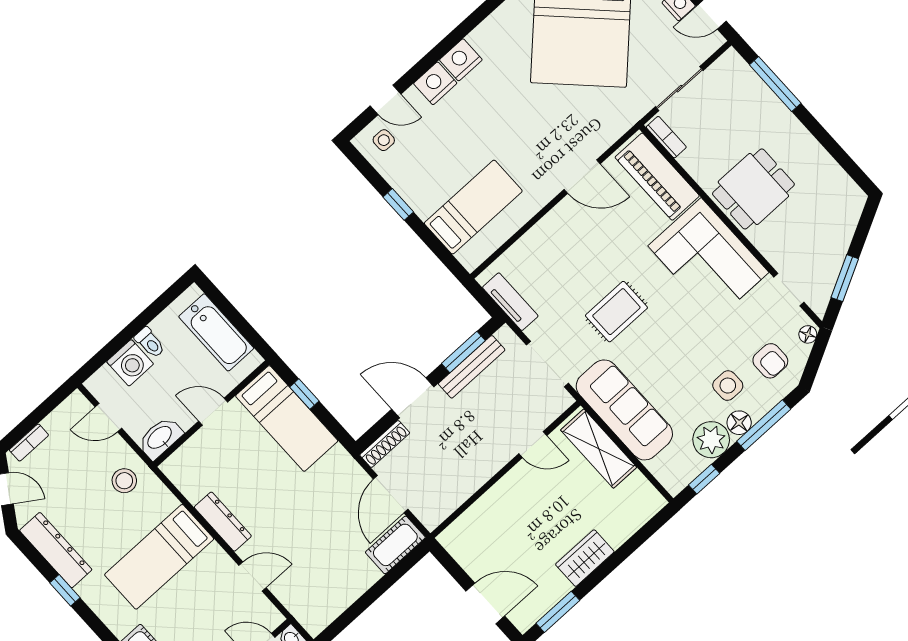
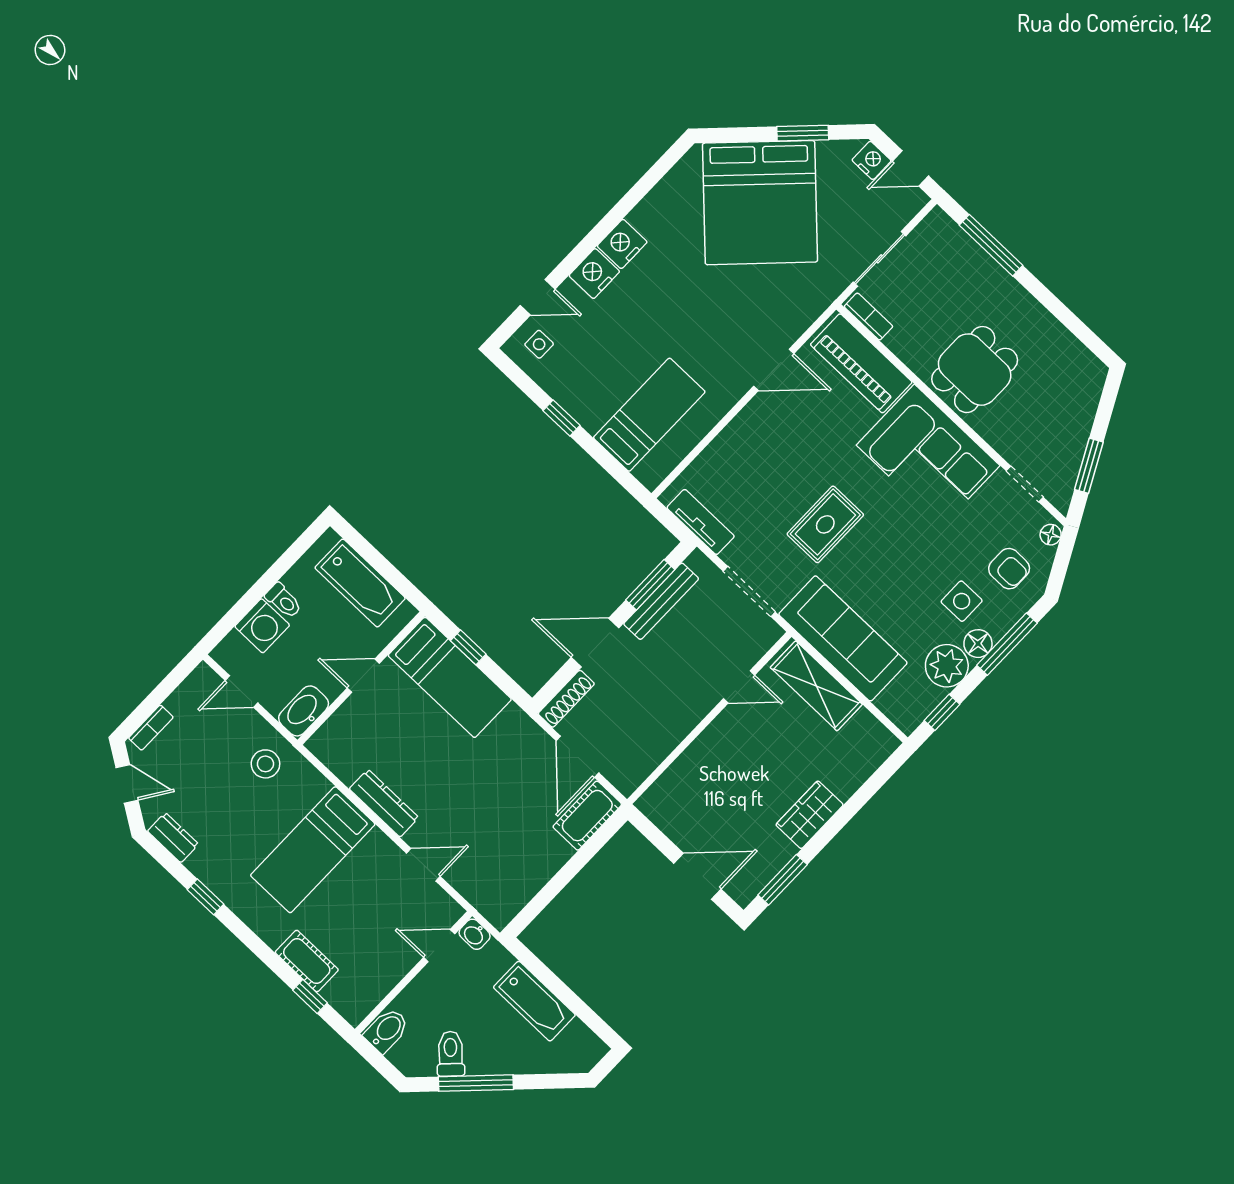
dresser: (56, 550) -> (173, 838), width x0.51, depth x0.80

